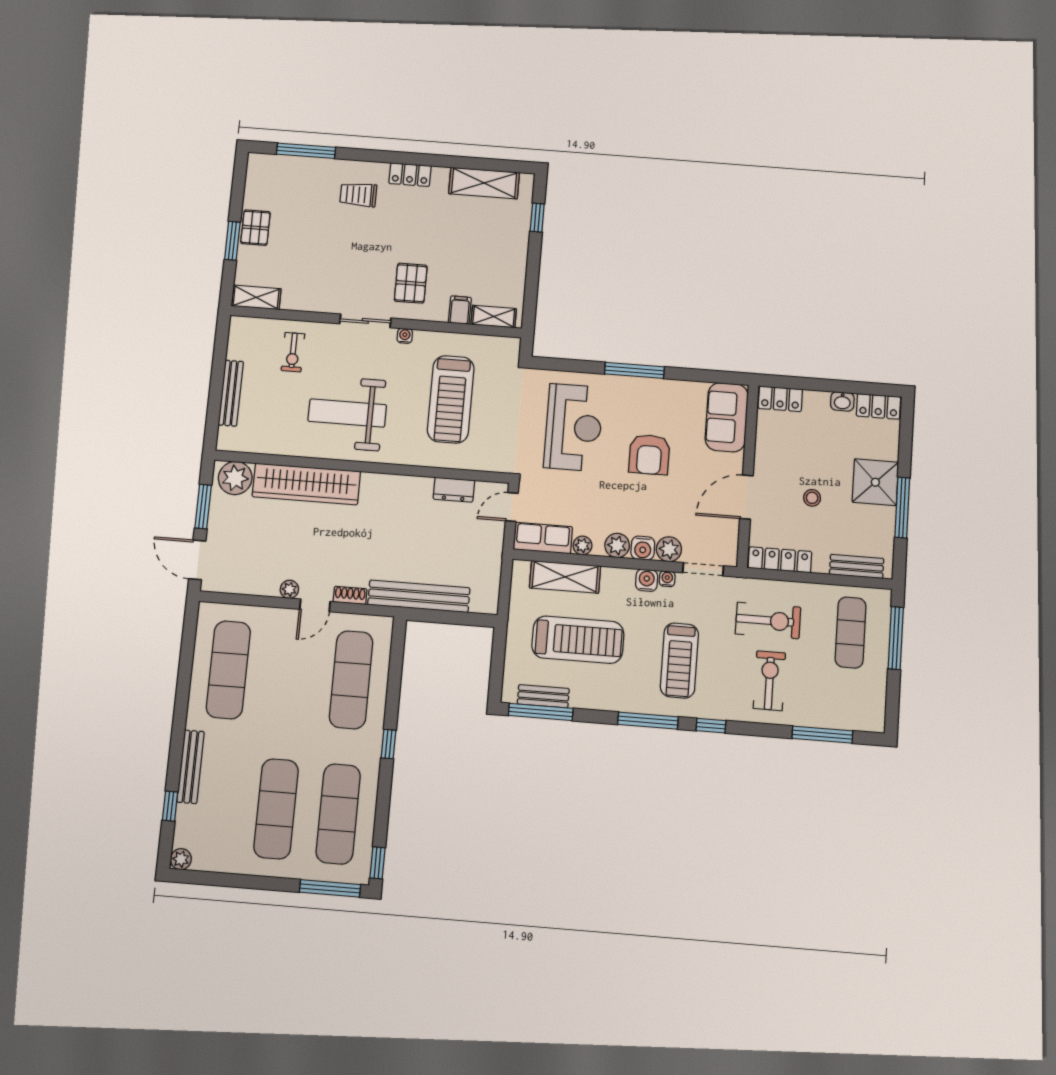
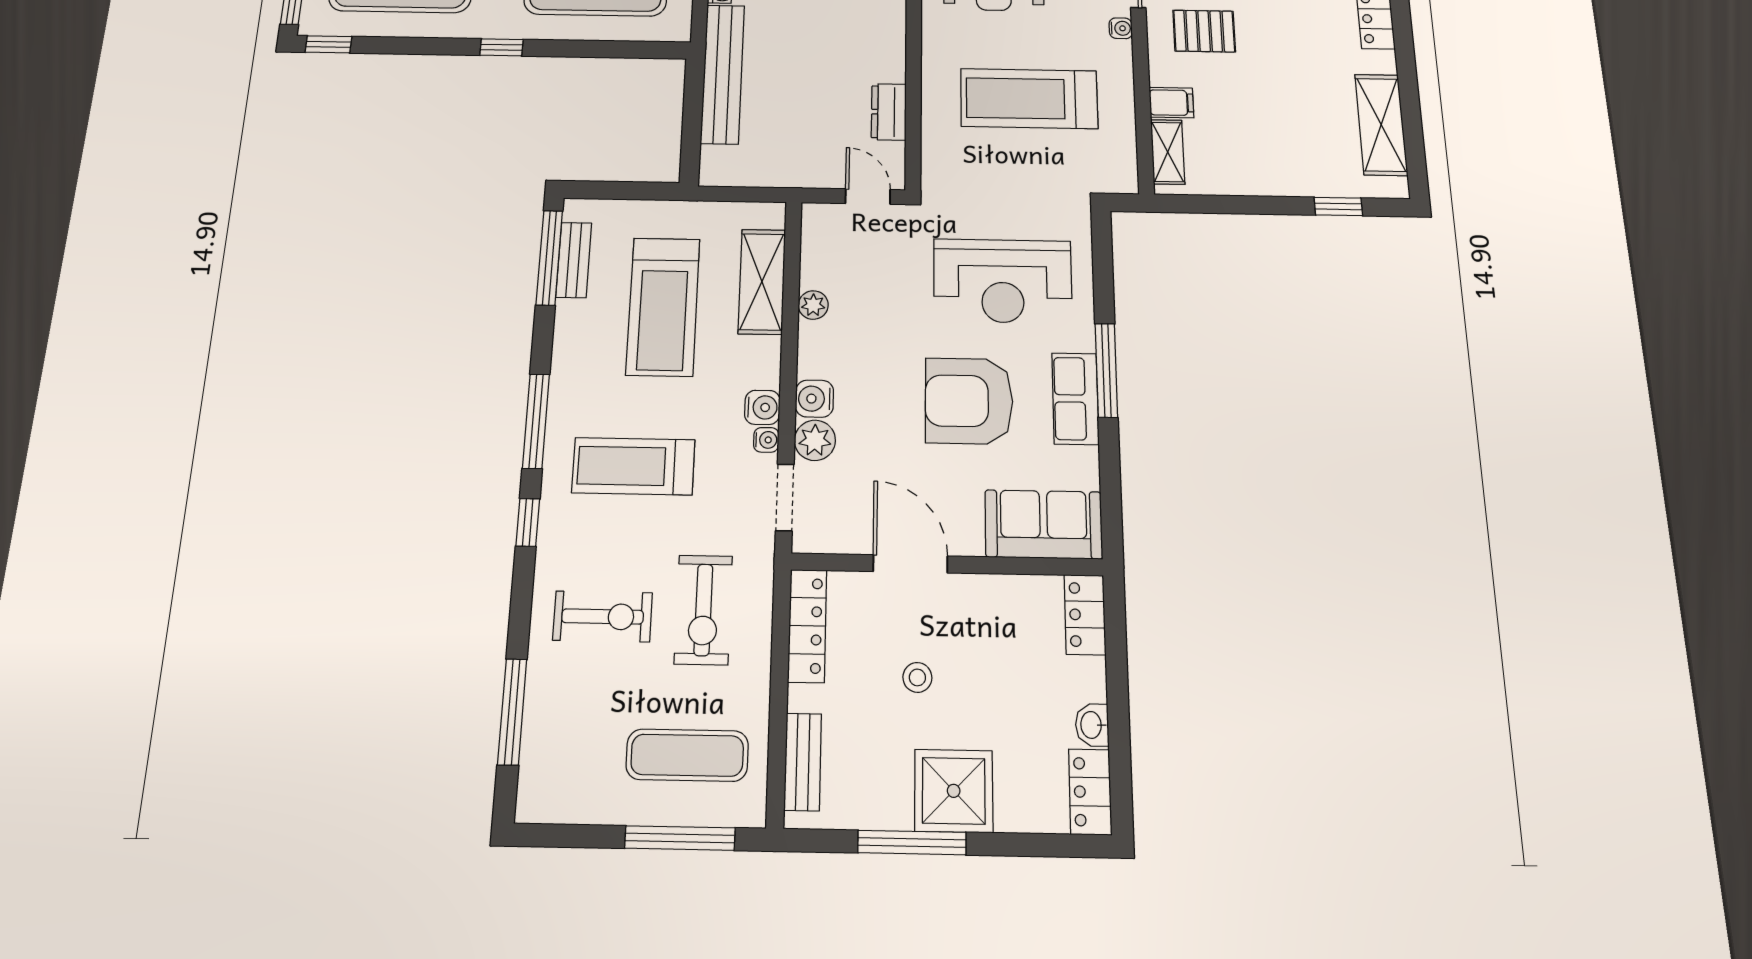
armchair: (649, 455) -> (969, 401), width x1.36, depth x1.36
row of seats: (543, 538) -> (1075, 399), moved, turned 180
plant: (617, 545) -> (816, 358), removed

